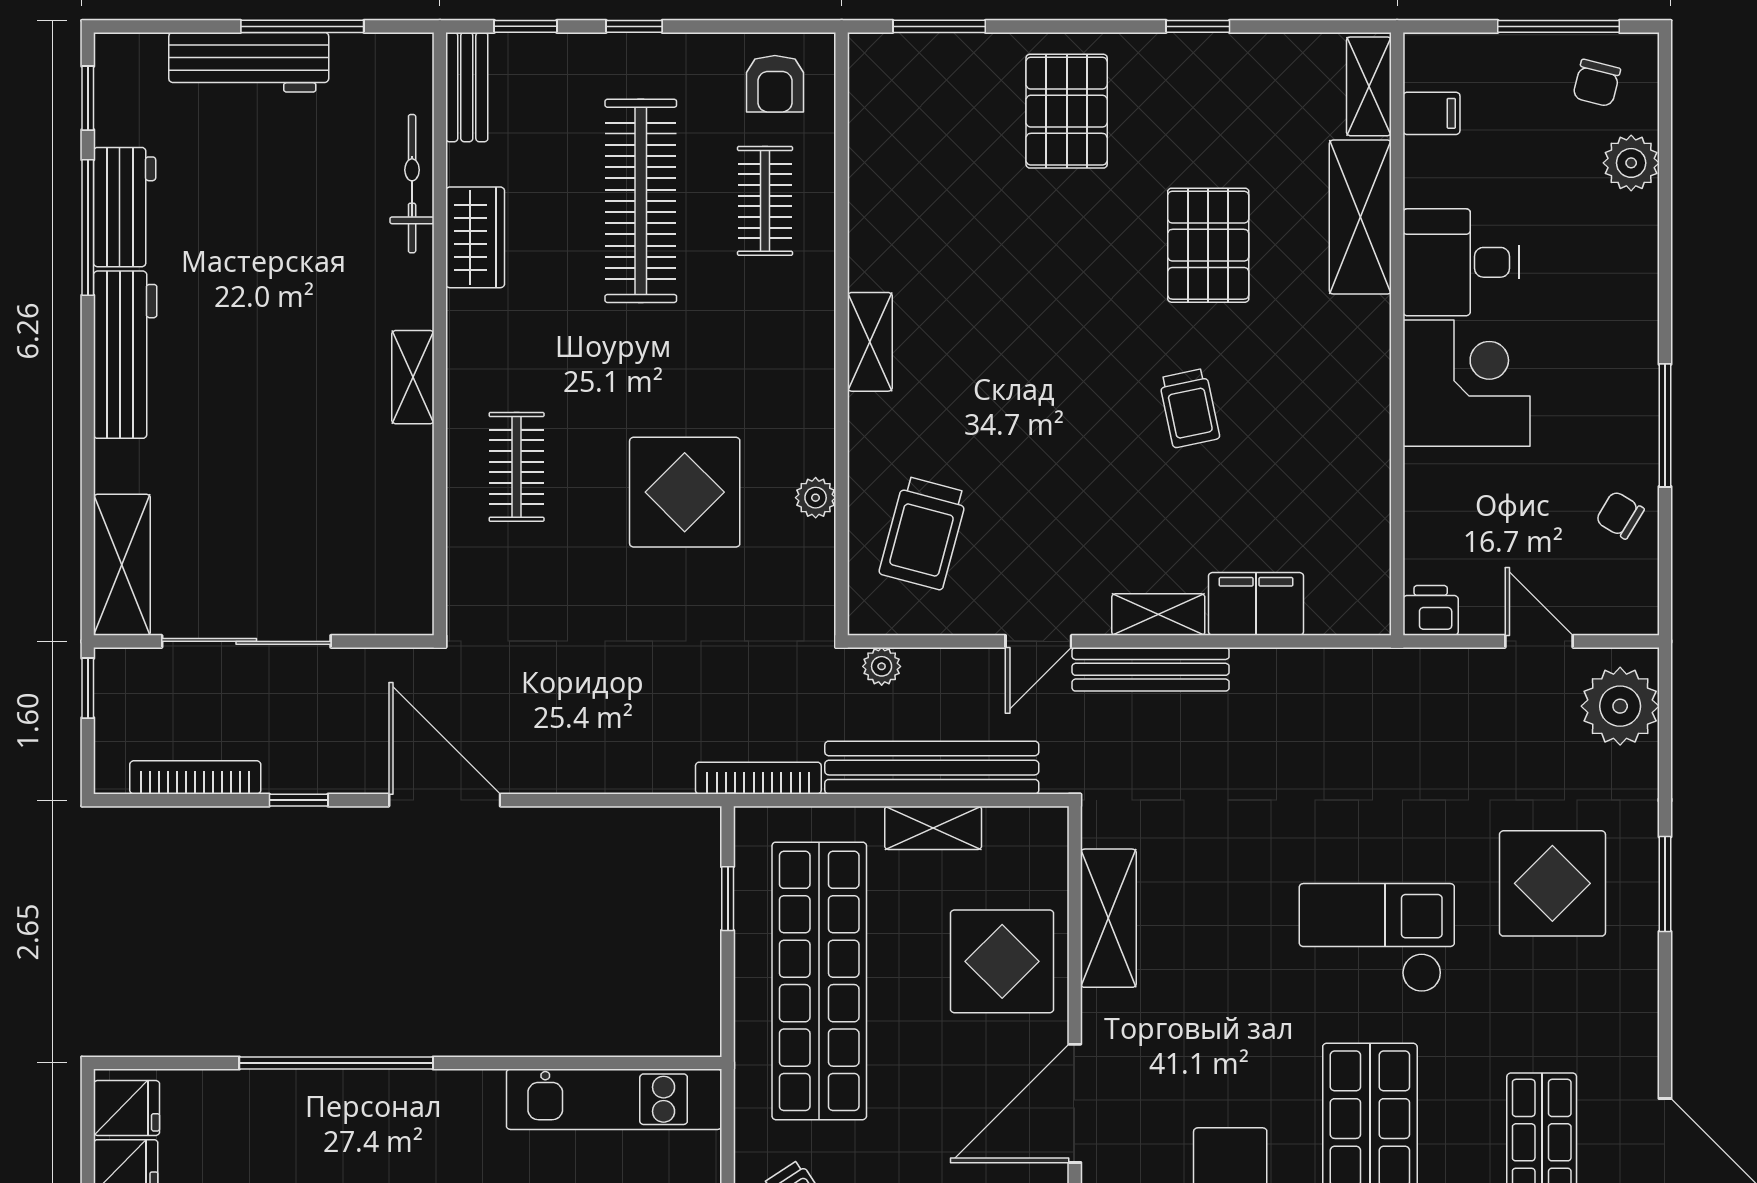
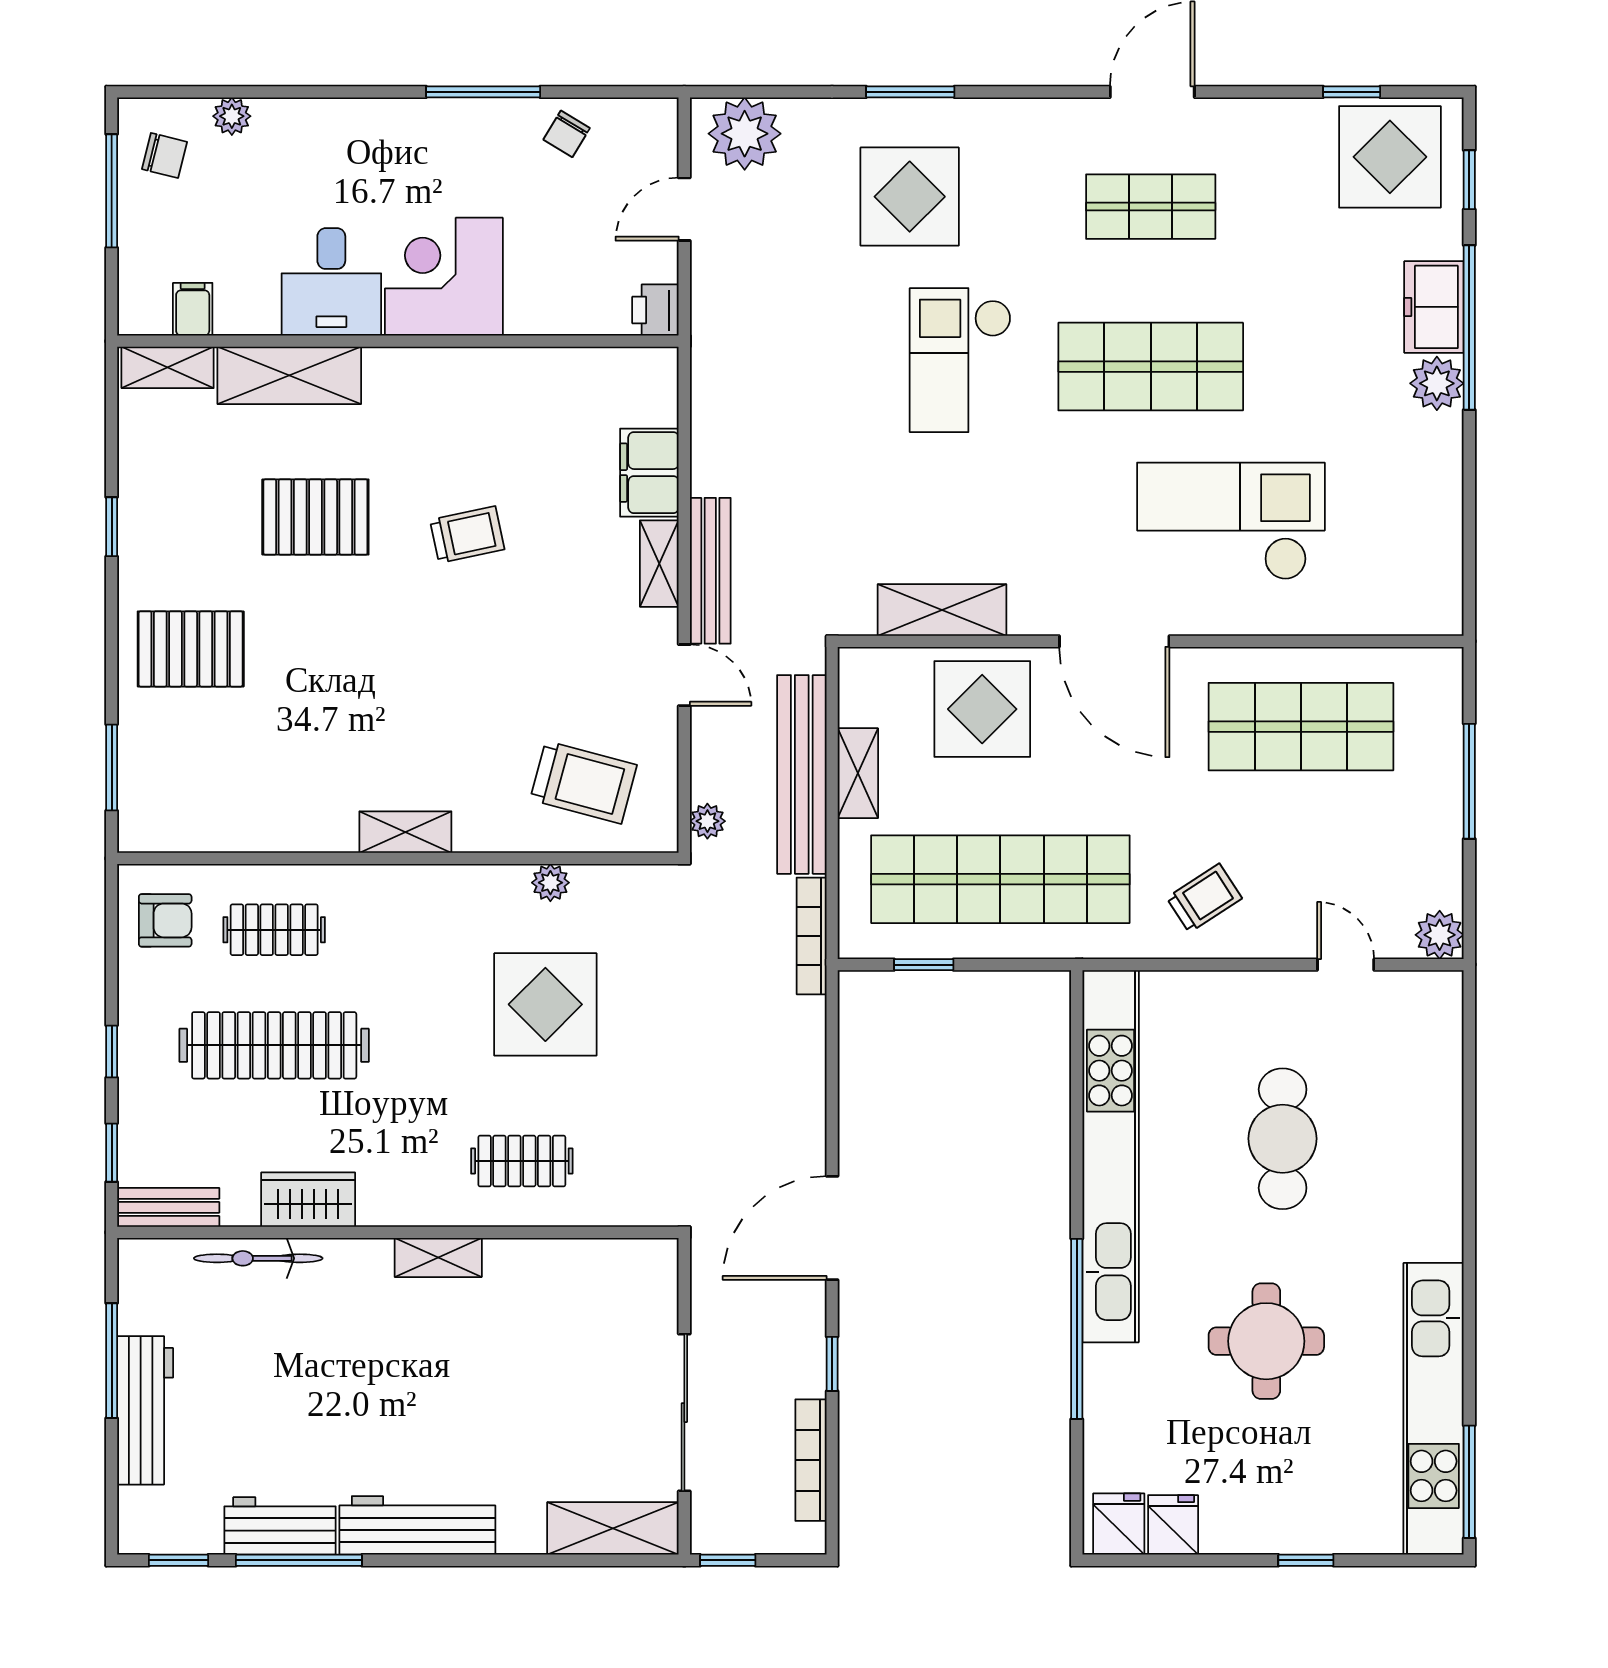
plant: (1631, 163) -> (232, 116), width x0.73, depth x0.73
kitchen unit: (614, 1099) -> (1111, 1156), width x1.86

